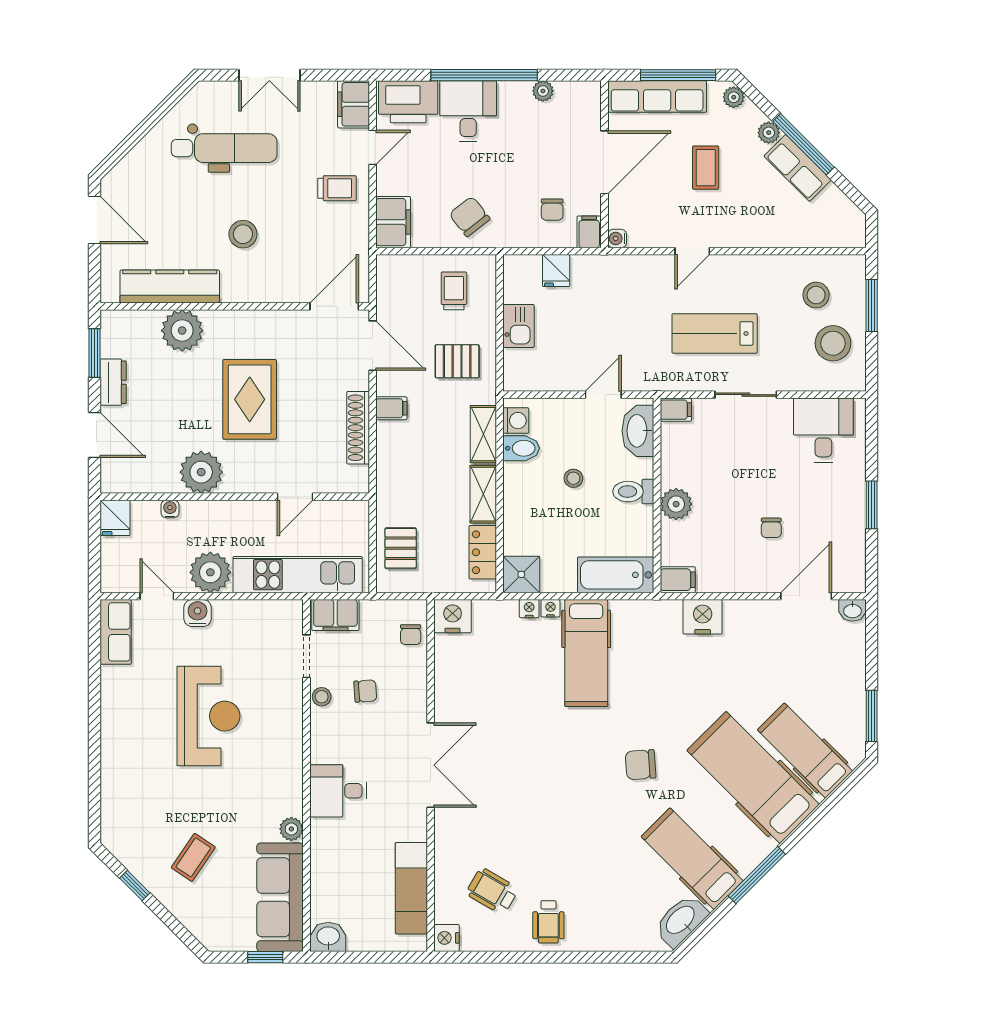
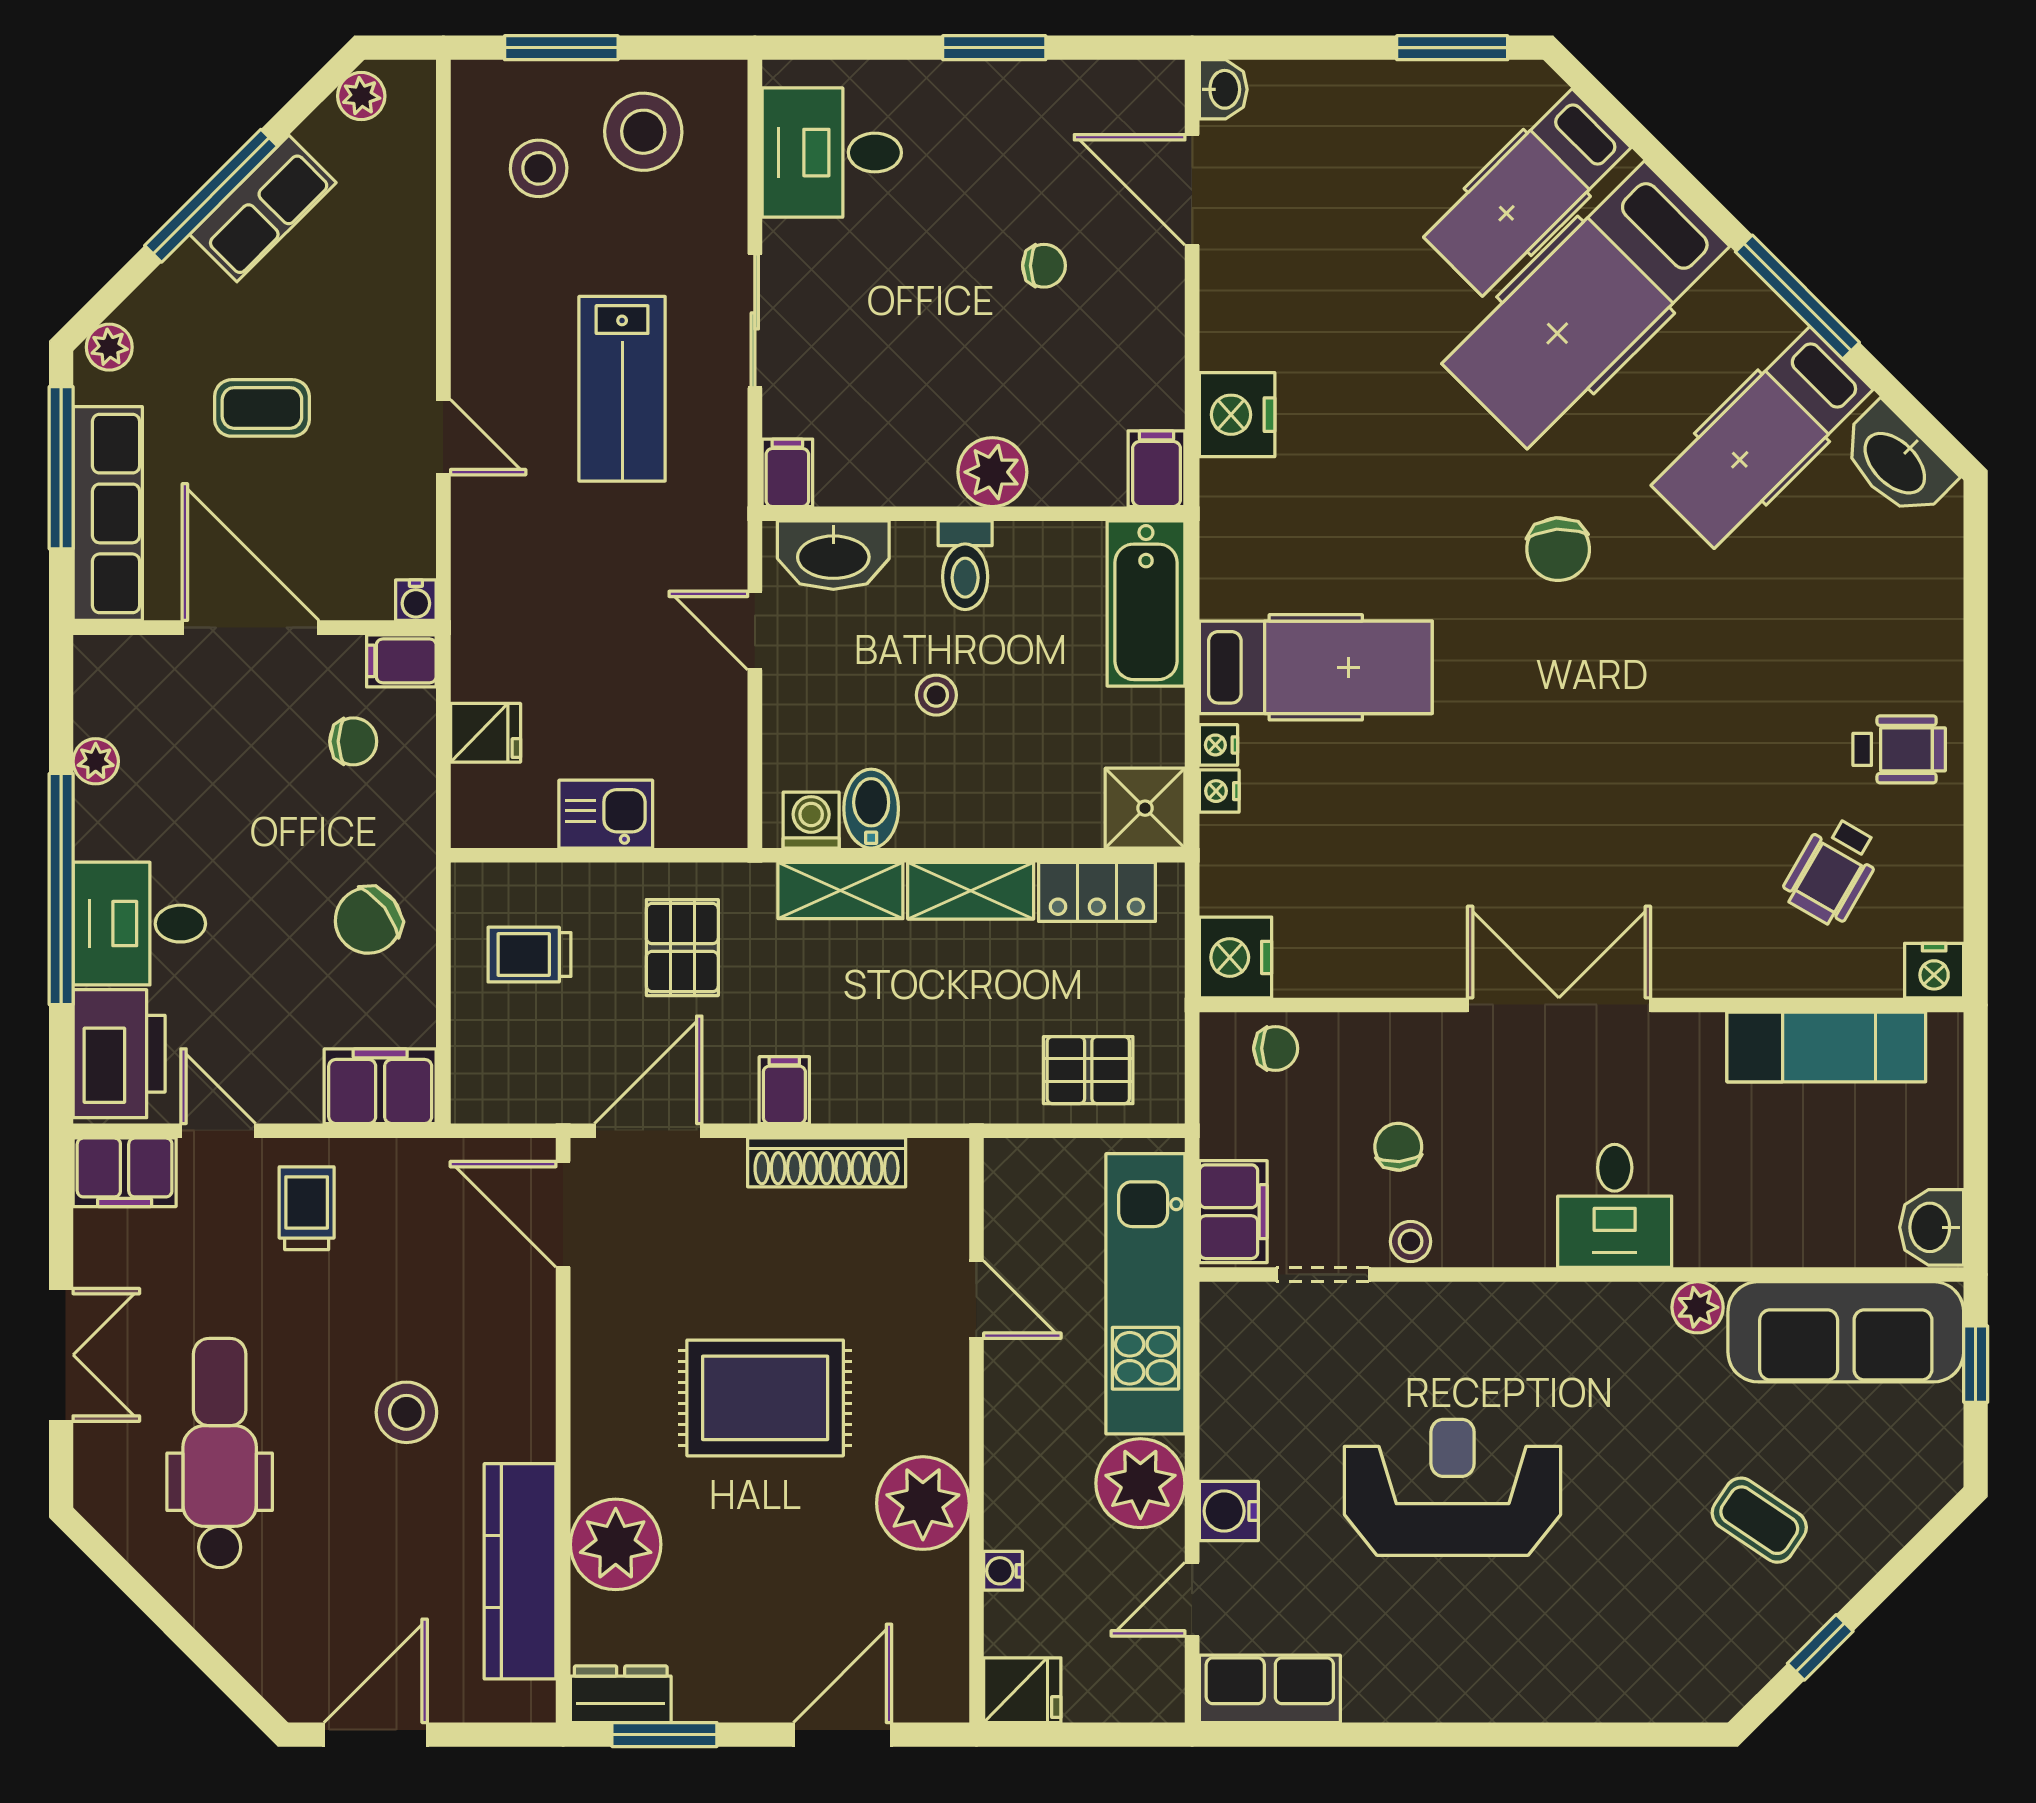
plant: (769, 133) -> (361, 96), moved
dresser: (113, 382) -> (621, 1694), moved

